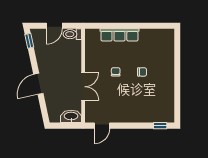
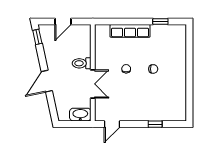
window: (149, 26) -> (160, 22), added
toilet: (72, 34) -> (82, 63), moved
window: (160, 126) -> (155, 124), moved

